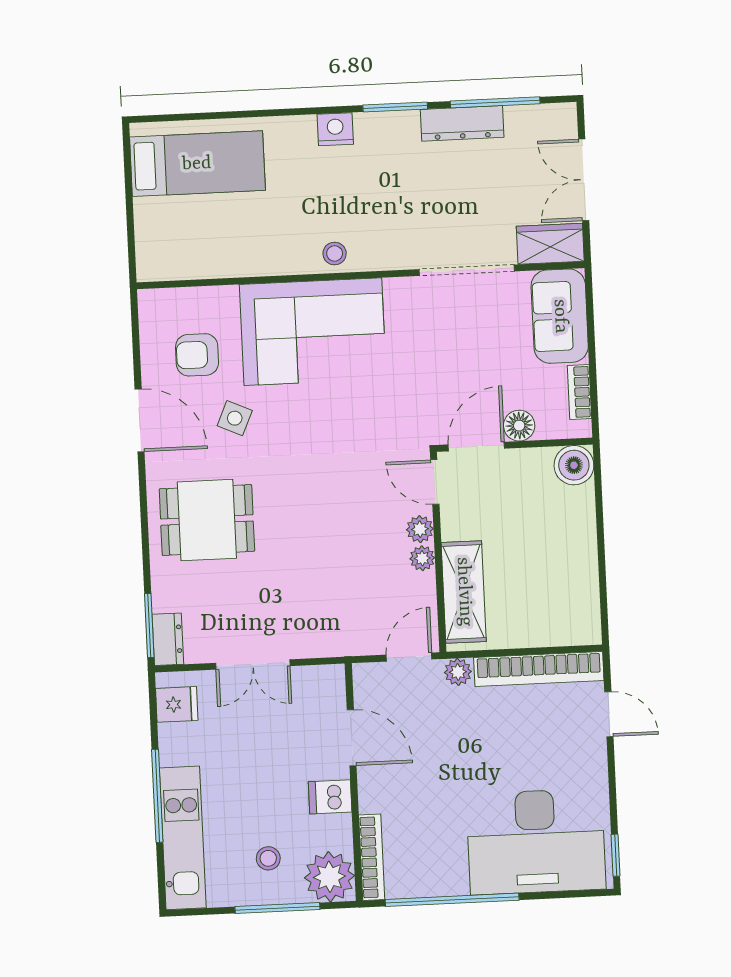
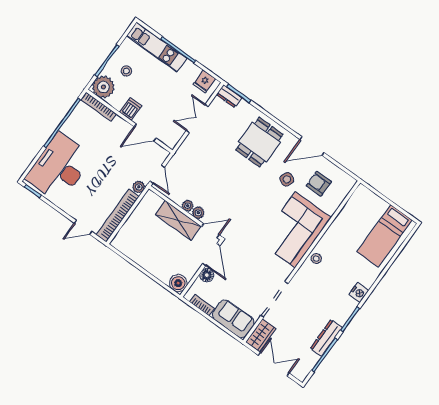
armchair: (197, 355) -> (319, 184), turned -90
shelving: (464, 592) -> (178, 220), moved

